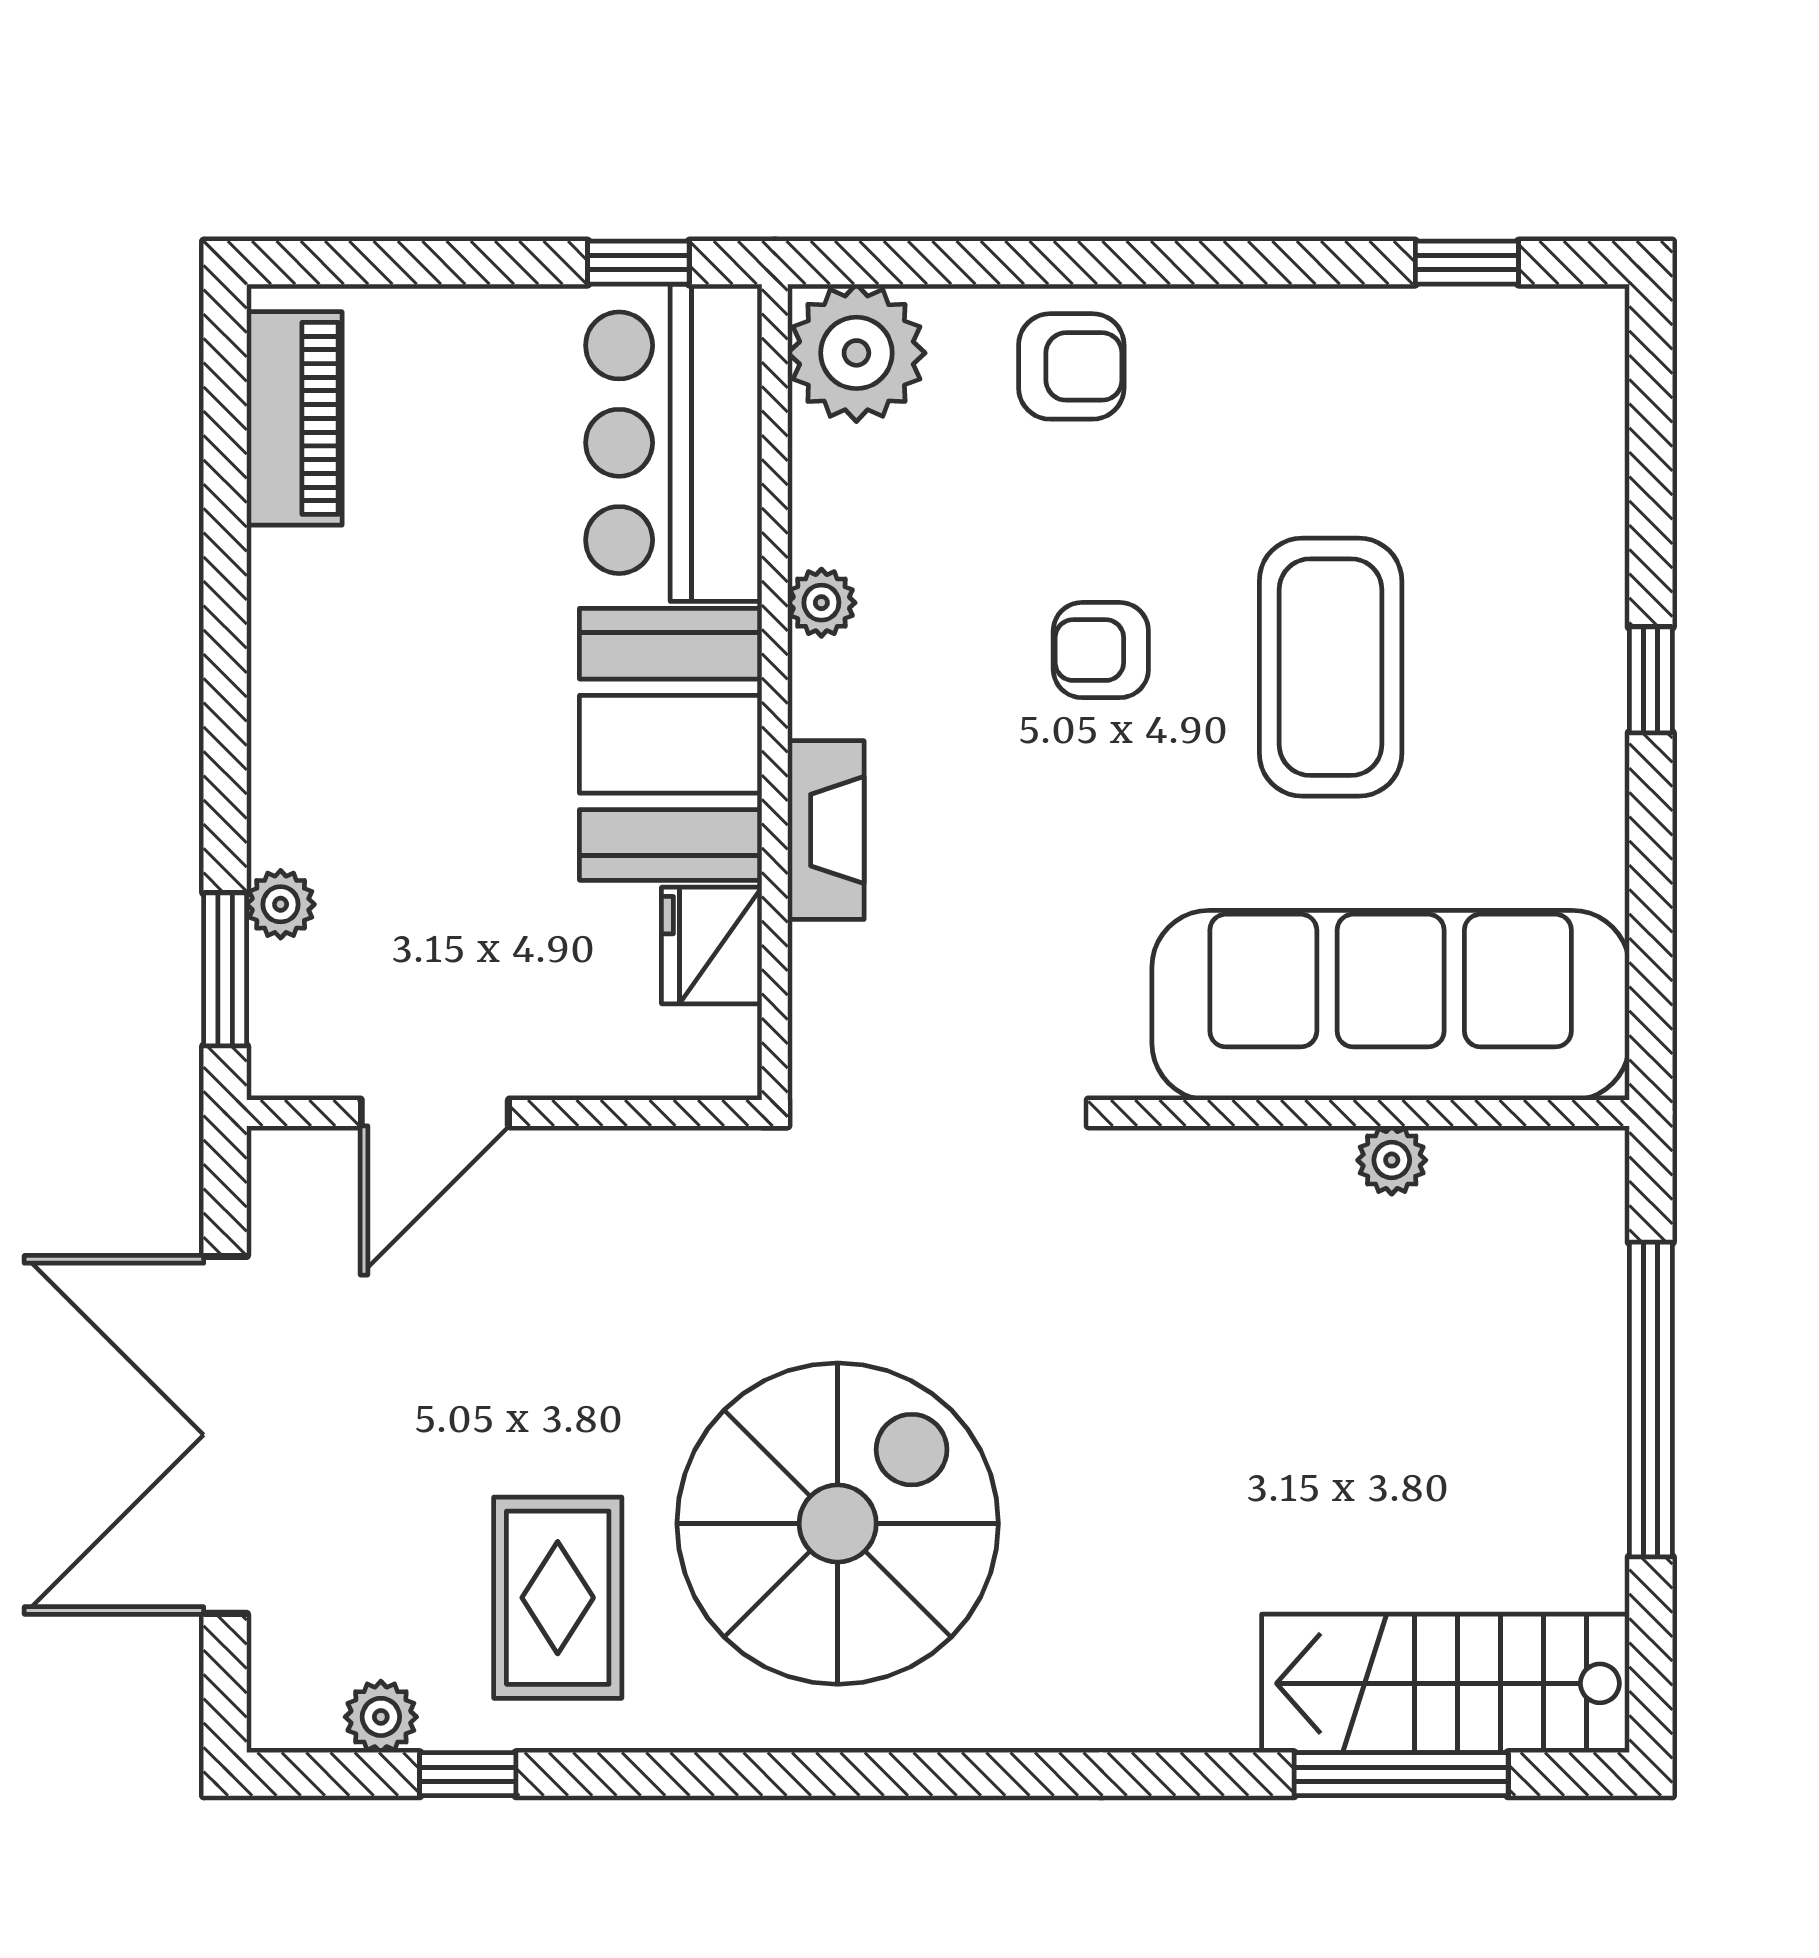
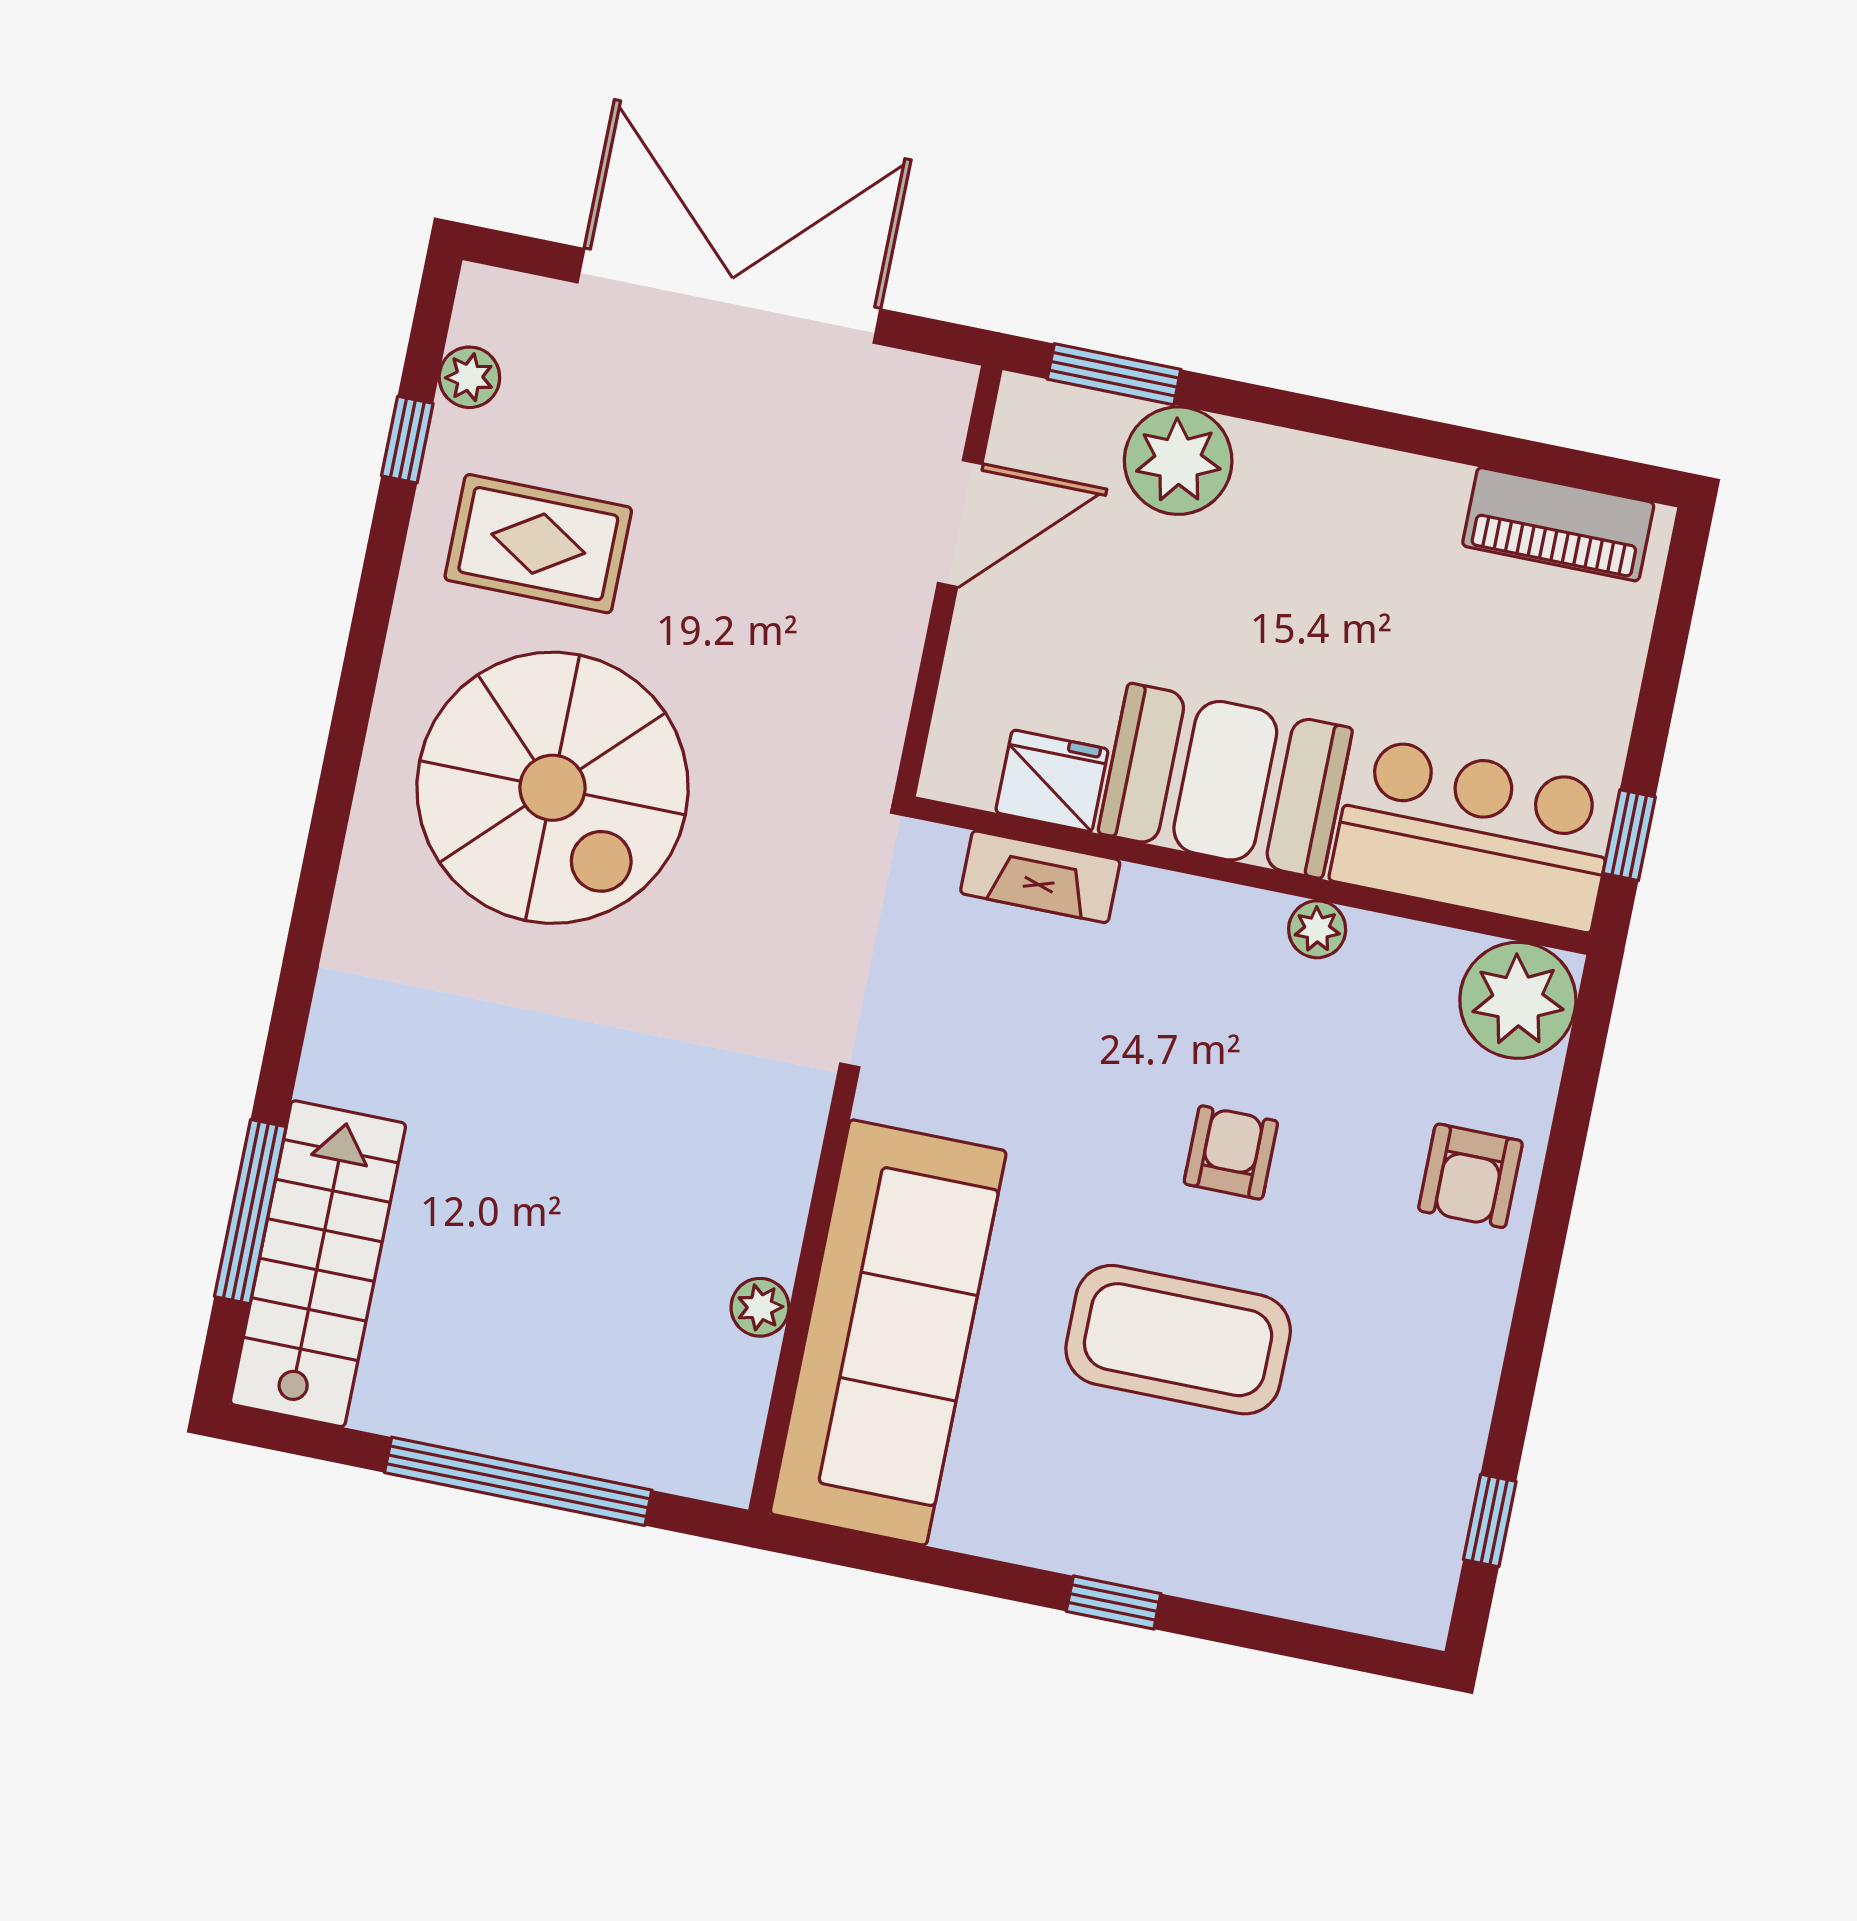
fireplace: (826, 830) -> (1040, 877), moved
plant: (281, 904) -> (1178, 461), width x1.88, depth x1.88
door: (435, 1113) -> (960, 524), swing flipped

